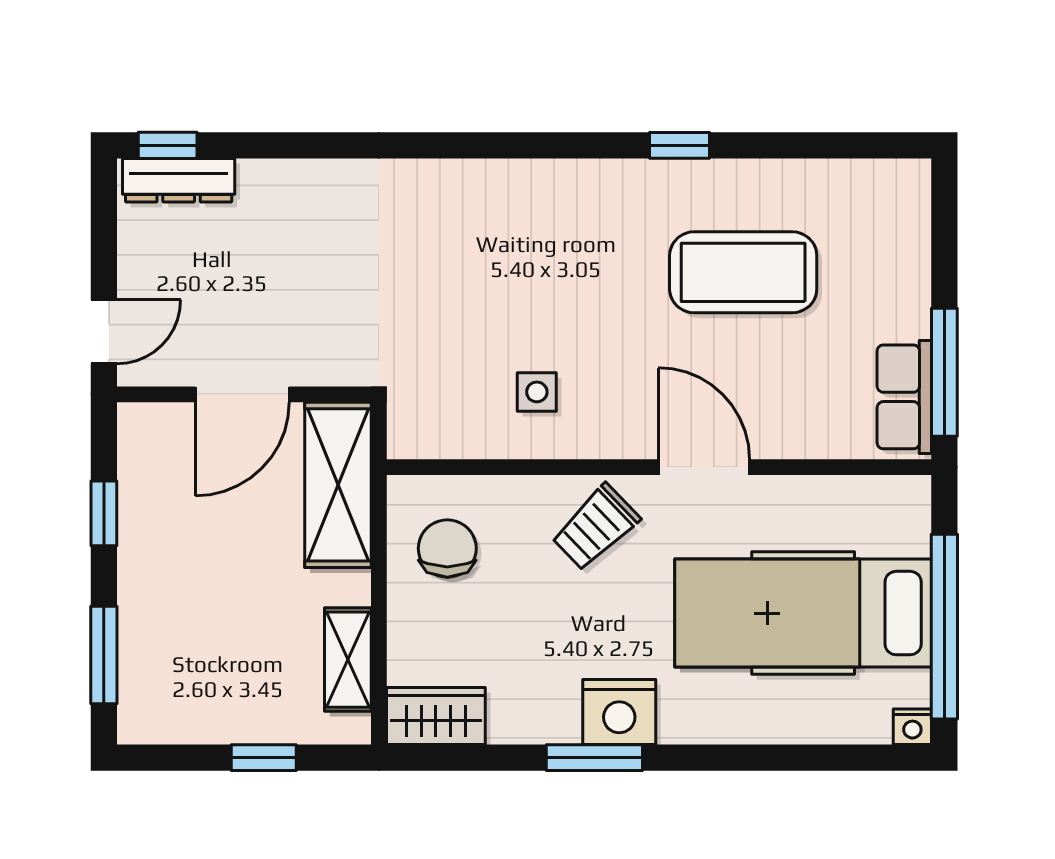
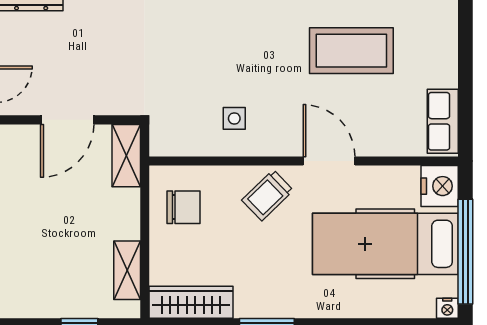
window: (944, 372) -> (465, 107), removed
shelving: (338, 485) -> (126, 156), width x0.67, depth x0.75
chair: (447, 548) -> (184, 207), turned 90
nightstand: (619, 712) -> (440, 186), moved, turned -90
wardrobe: (436, 716) -> (191, 302), width x1.50

